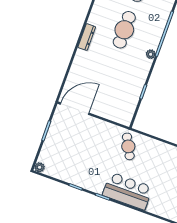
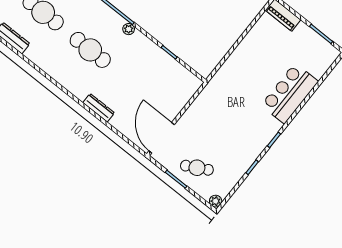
dresser: (87, 37) -> (99, 108), moved
cafe table: (128, 146) -> (197, 168), moved
bar counter: (128, 191) -> (290, 93), moved

